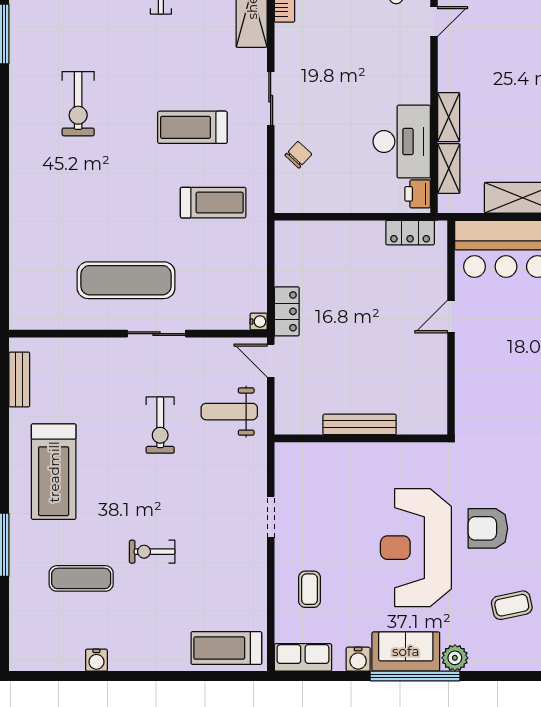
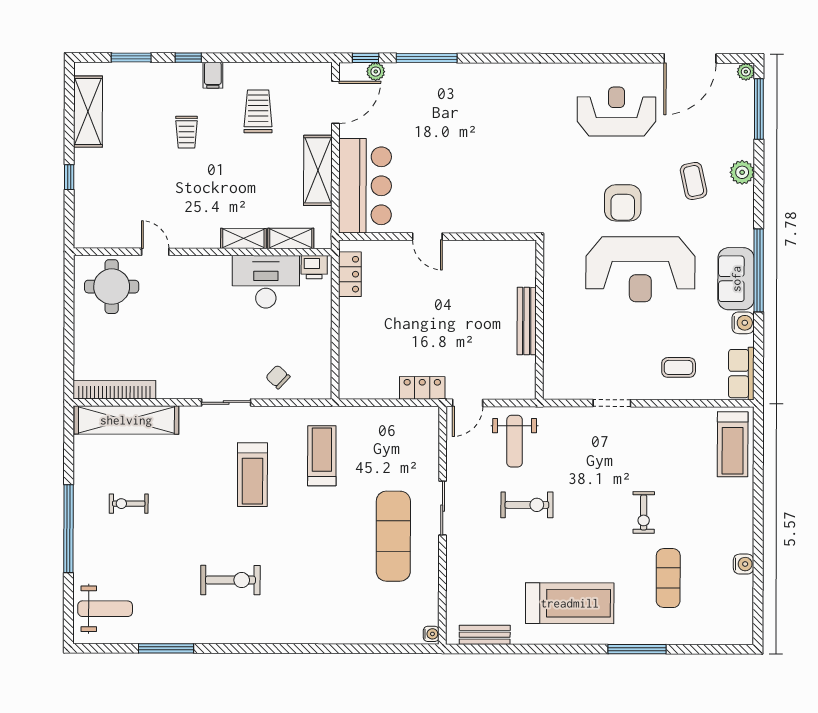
water cooler: (259, 321) -> (431, 634), moved, turned 90
plant: (455, 658) -> (742, 172), moved

